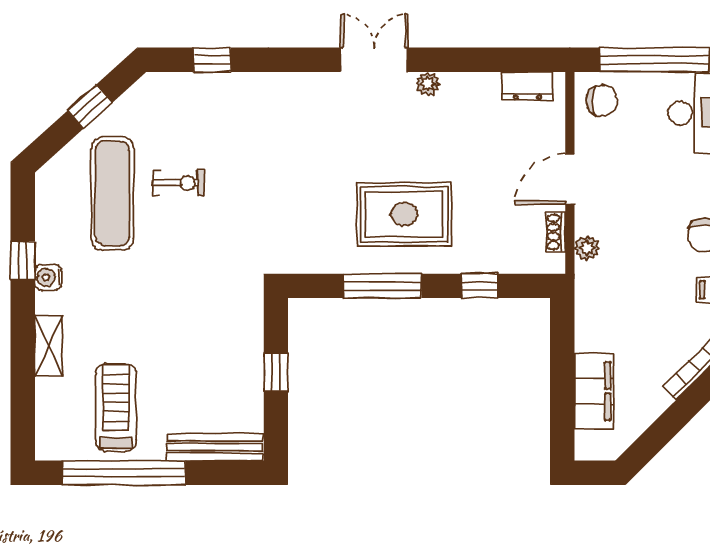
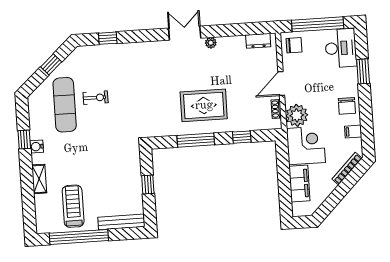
plant: (587, 248) -> (297, 115), width x1.87, depth x1.87
corner desk: (613, 312) -> (306, 145), added

